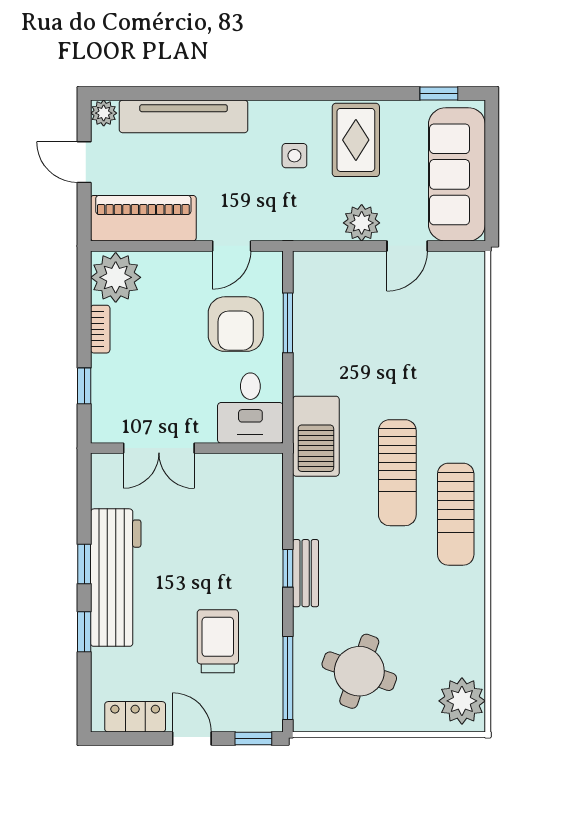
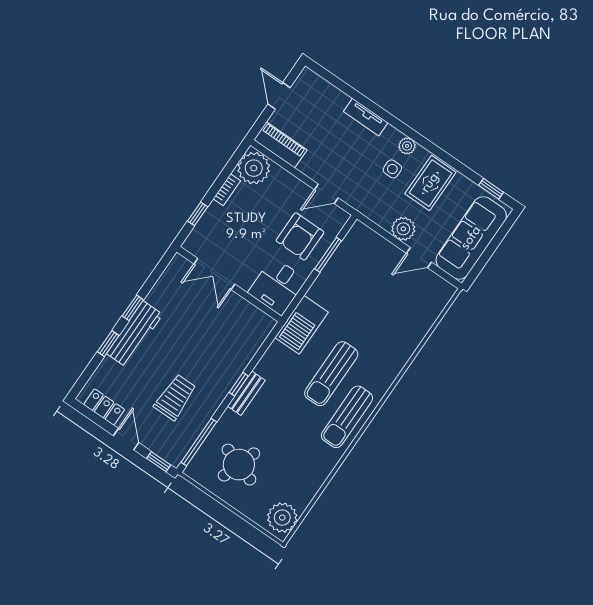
plant: (104, 113) -> (407, 146), moved
tv unit: (184, 116) -> (366, 117), width x0.52, depth x0.78
piano: (143, 218) -> (280, 145), width x0.73, depth x0.75
workbench: (116, 578) -> (135, 334), width x0.73, depth x0.76

